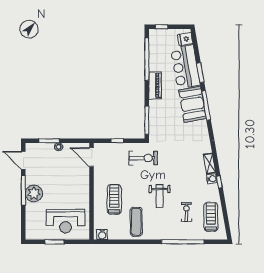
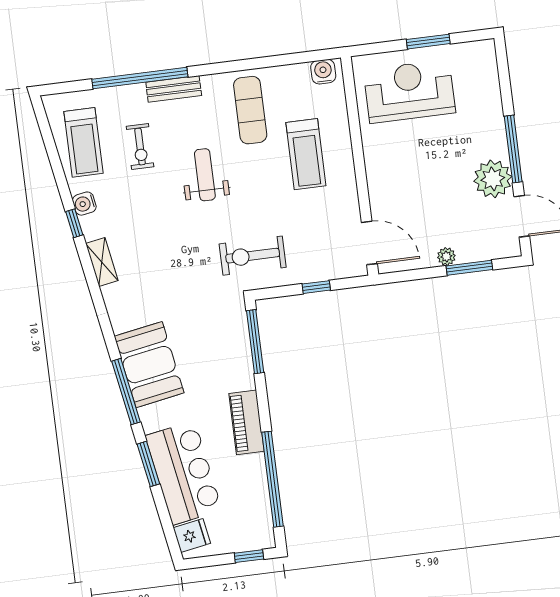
booth: (192, 104) -> (149, 365), moved
water cooler: (212, 179) -> (84, 204), moved
plant: (34, 193) -> (493, 179), moved
bench: (169, 235) -> (174, 89), added

